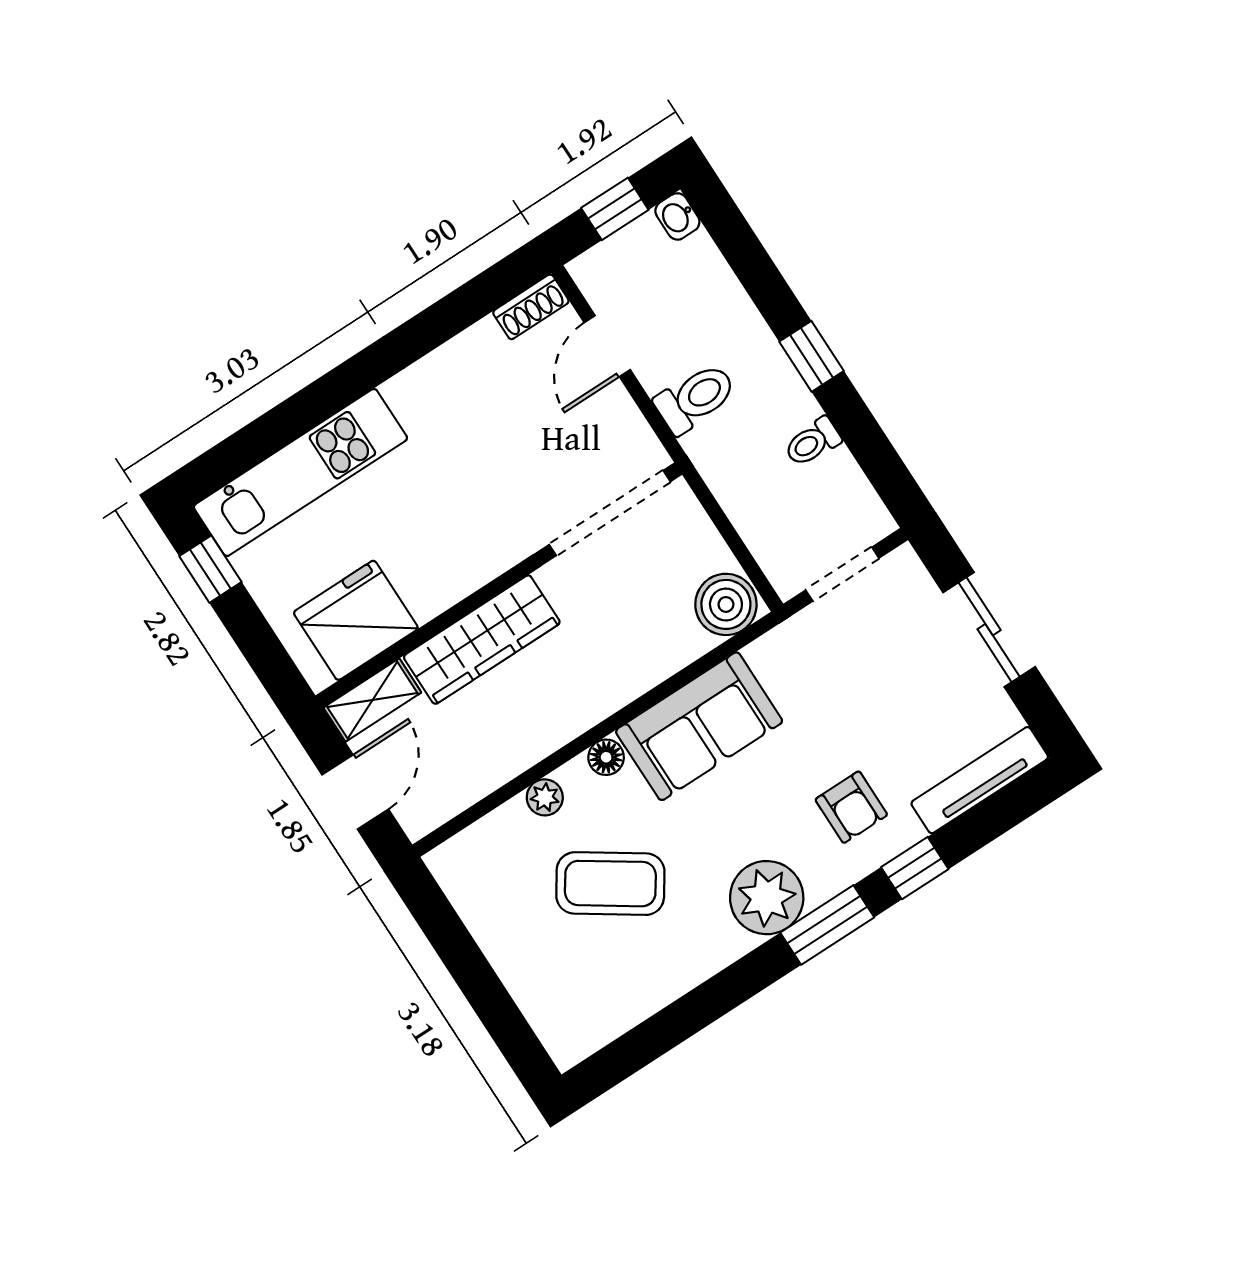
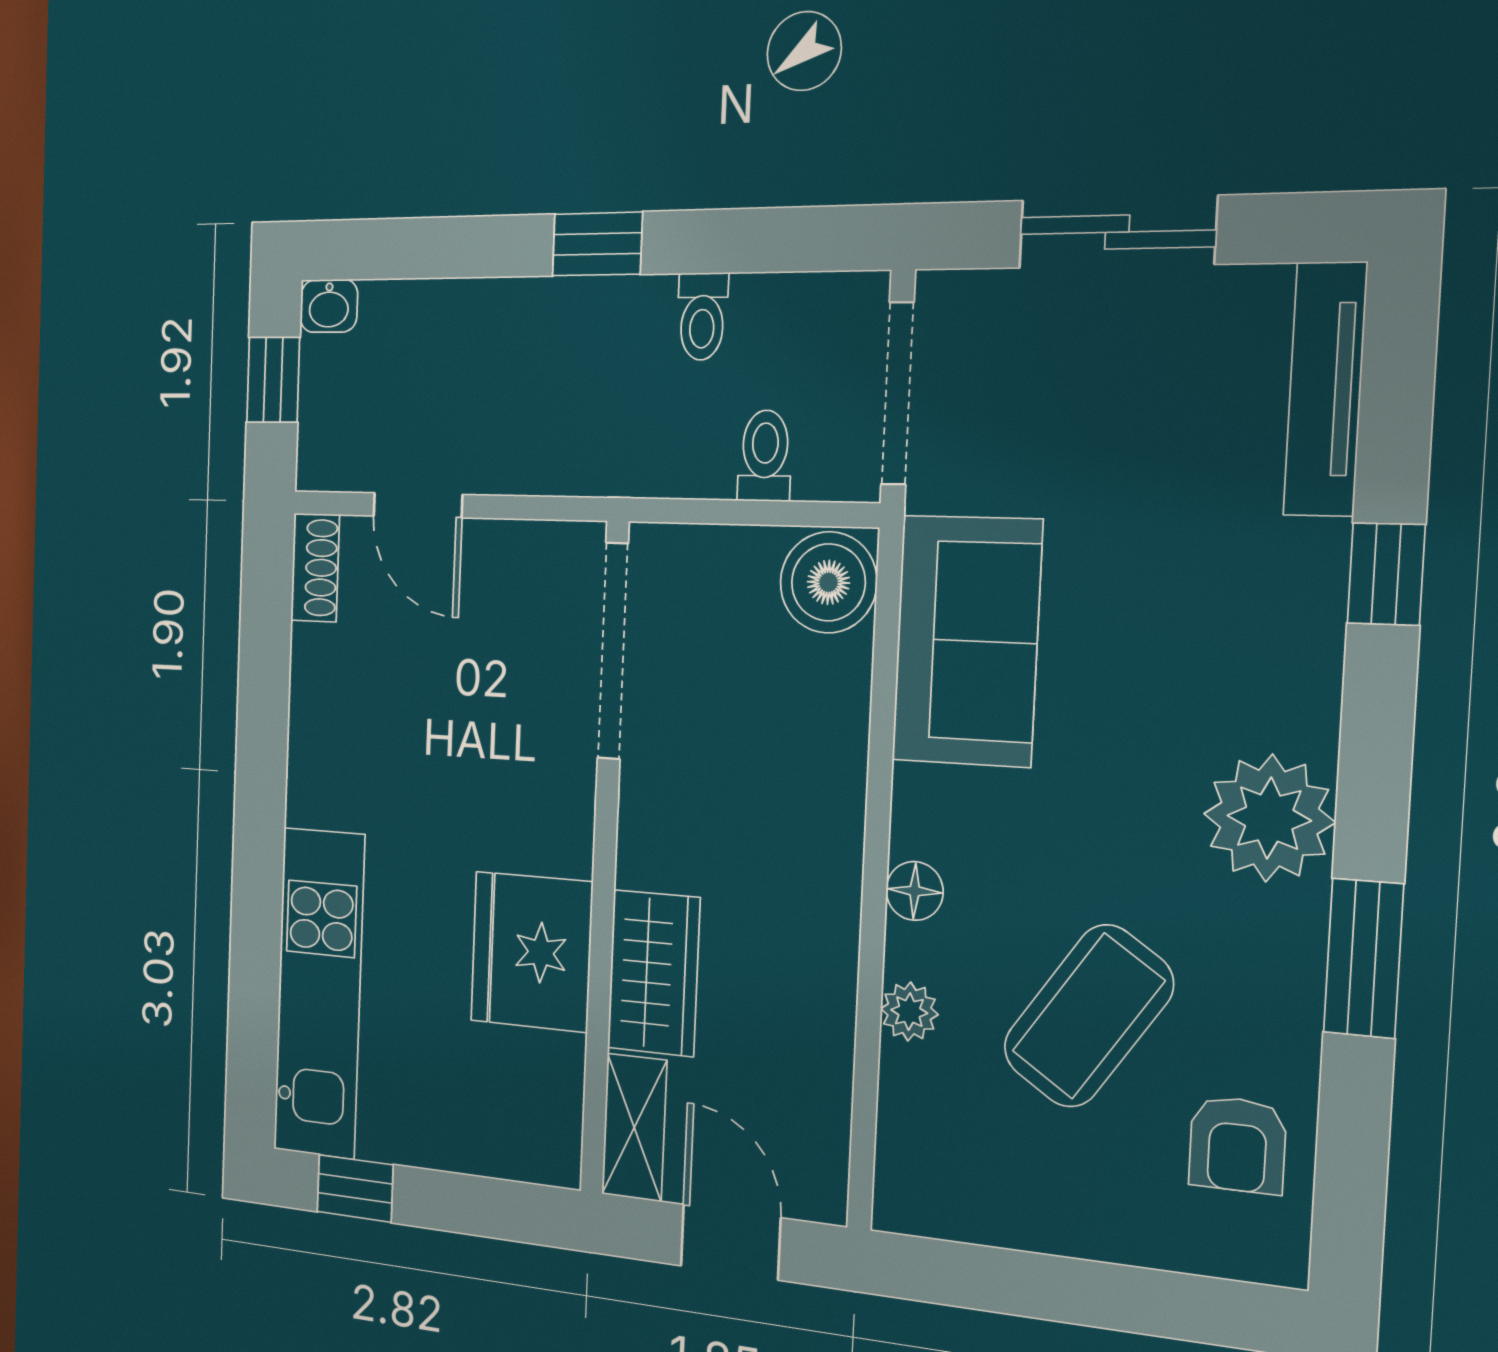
toilet: (695, 398) -> (765, 456), moved, width x0.73, depth x0.72
doorway: (842, 574) -> (898, 394), width x1.38
fridge: (356, 620) -> (531, 952), moved
wardrobe: (482, 640) -> (654, 973), width x0.67
sofa: (699, 726) -> (967, 641), moved
armchair: (851, 807) -> (1237, 1145), moved, turned 90
window: (827, 925) -> (1364, 958), moved

